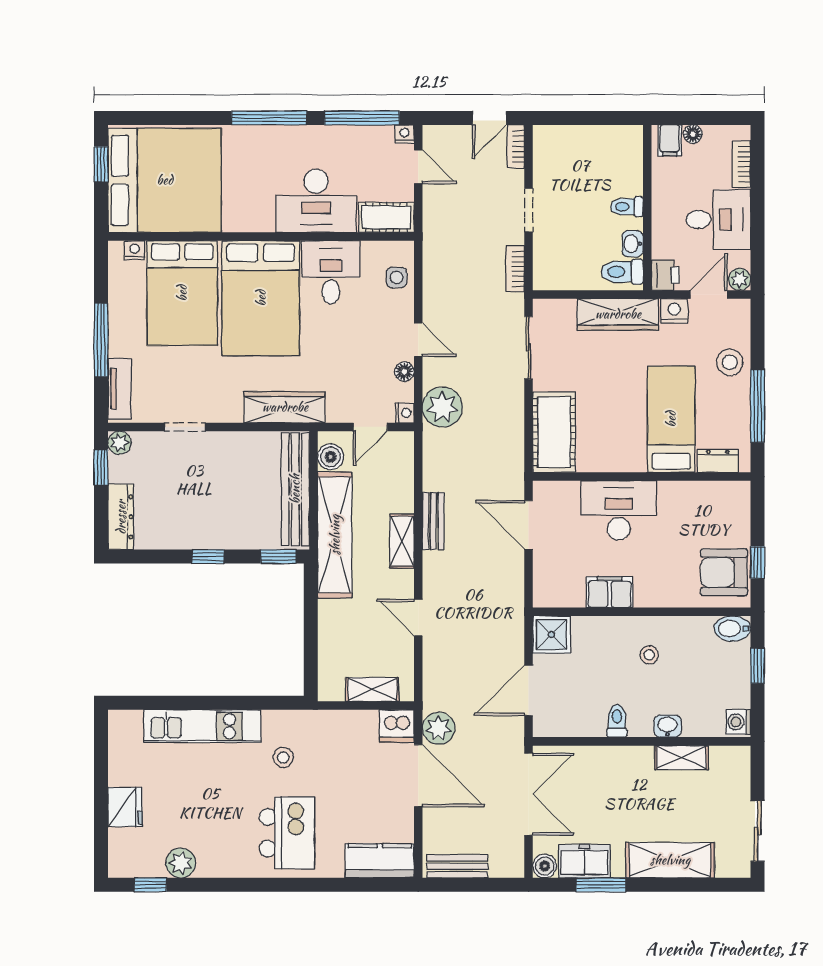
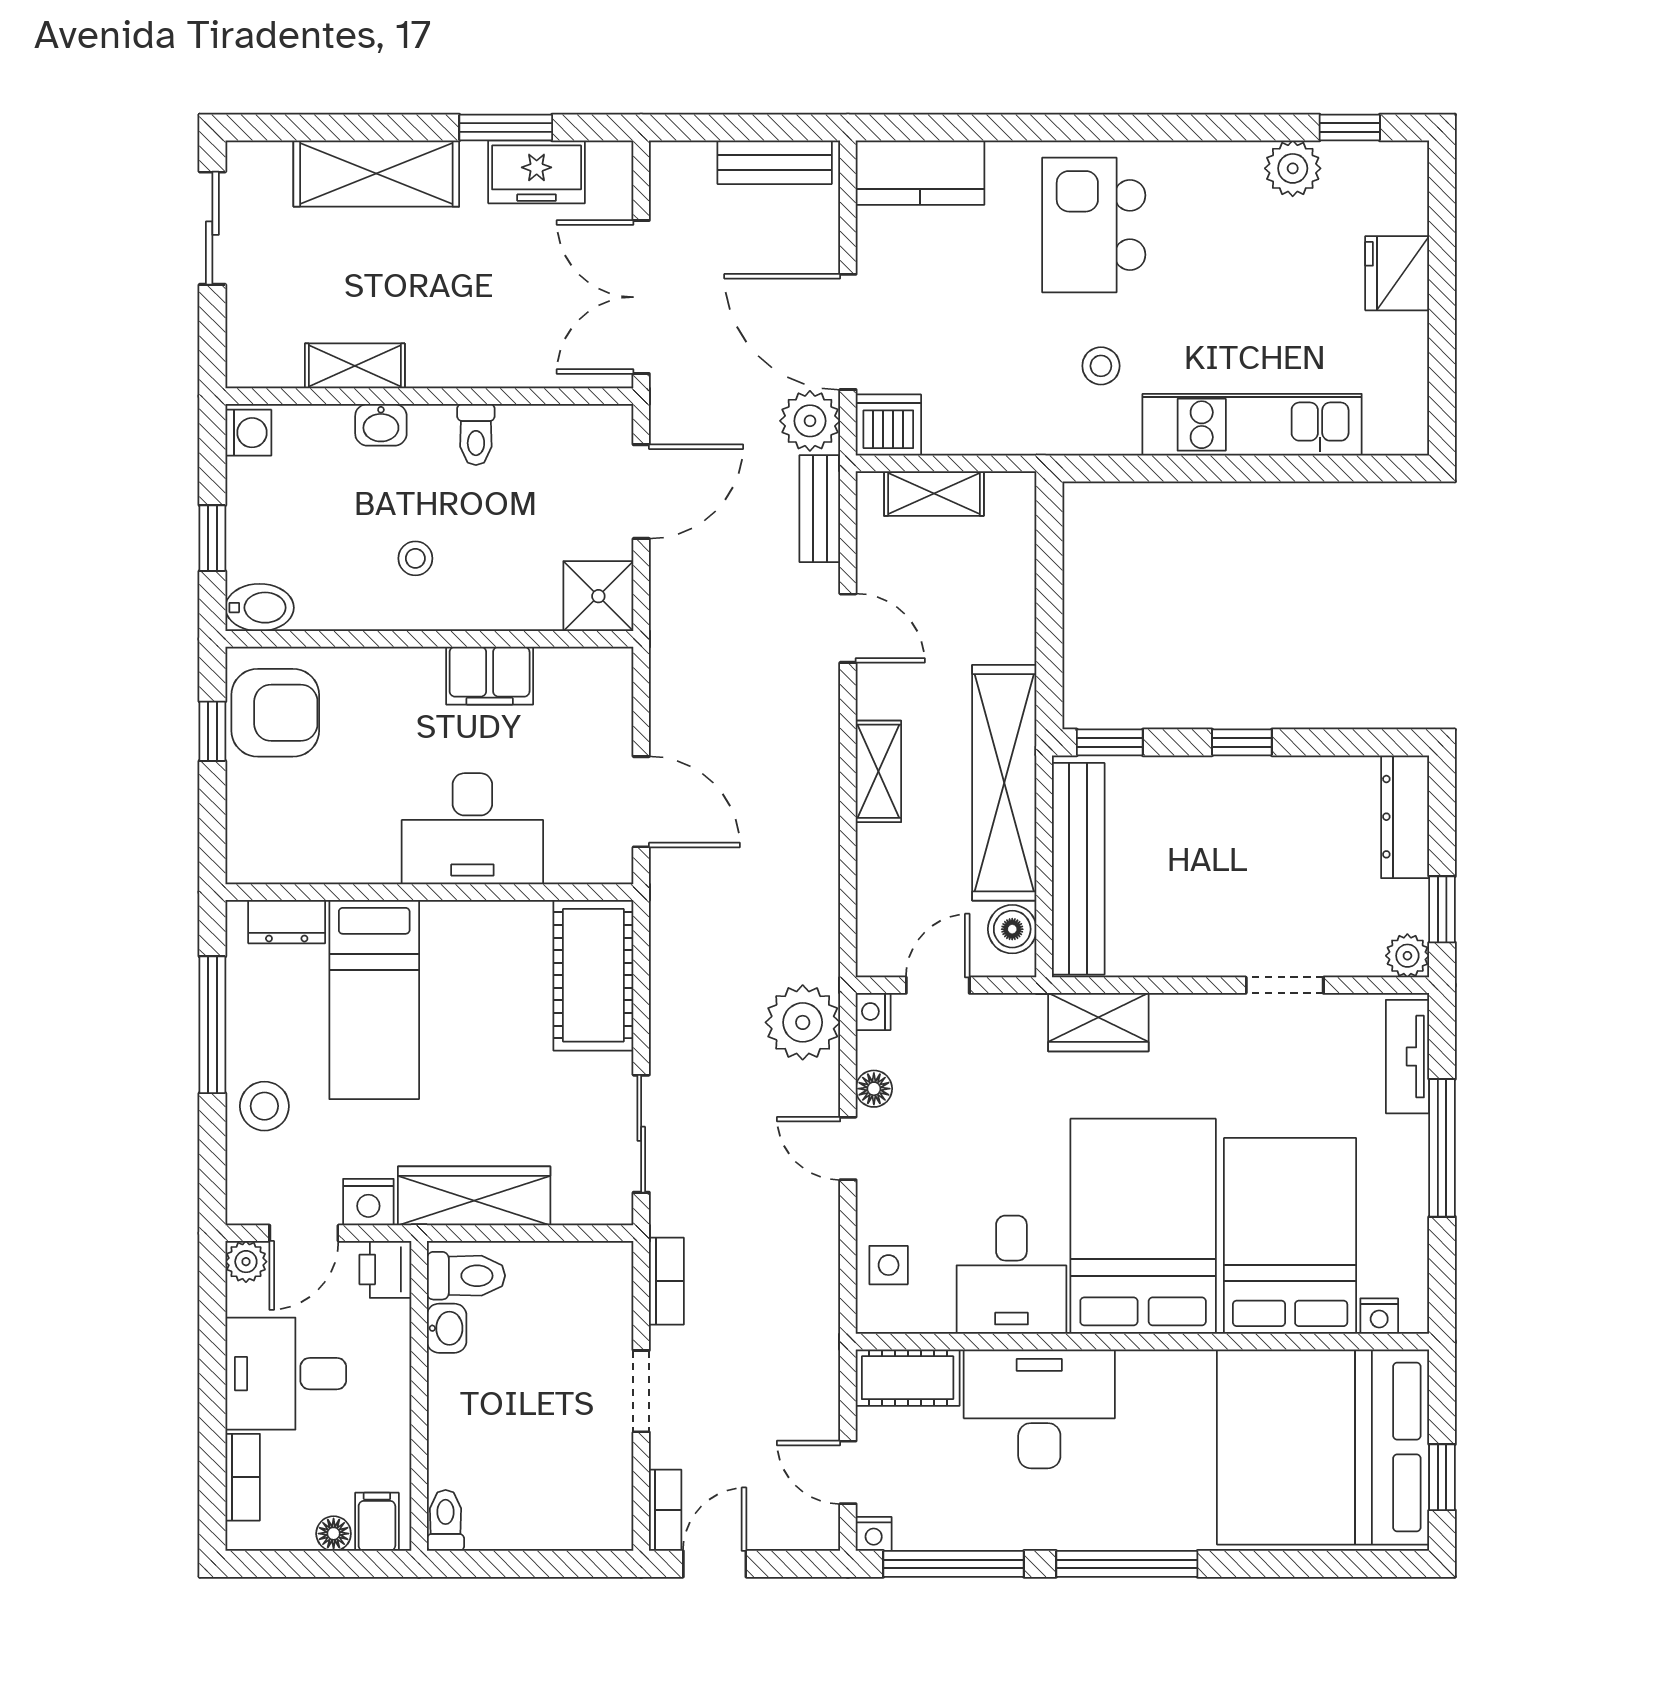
toilet: (627, 207) -> (446, 1520), moved, turned -90
wardrobe: (285, 407) -> (1098, 1022), width x0.67
bench: (433, 521) -> (820, 509), moved
boiler: (545, 866) -> (611, 163), removed

